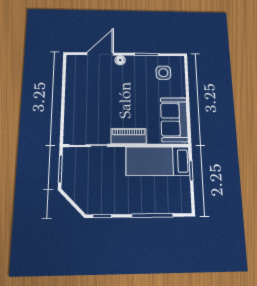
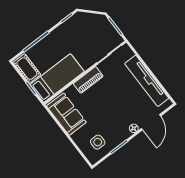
tv unit: (73, 93) -> (147, 81), added
cot: (182, 194) -> (27, 68), added

